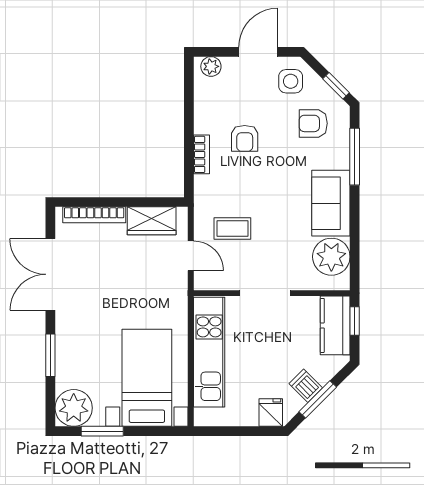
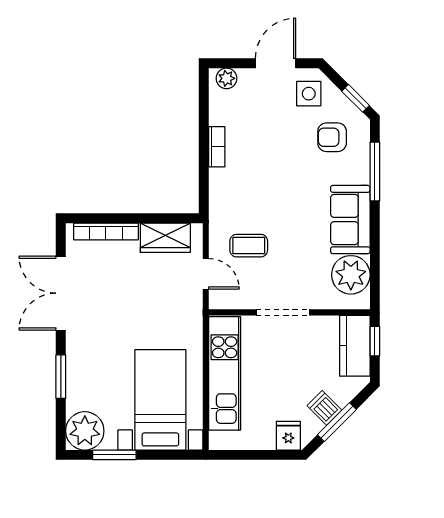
armchair: (245, 138) -> (261, 153), removed
bookcase: (201, 154) -> (217, 147), moved

